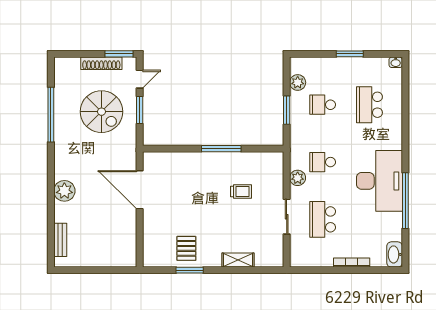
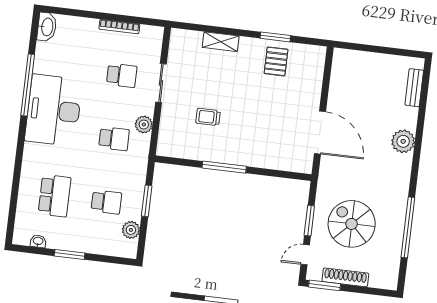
washbasin: (396, 62) -> (38, 241), moved
school desk: (323, 219) -> (122, 75), width x0.54
bookcase: (352, 263) -> (119, 27), moved

